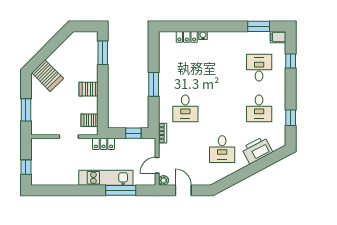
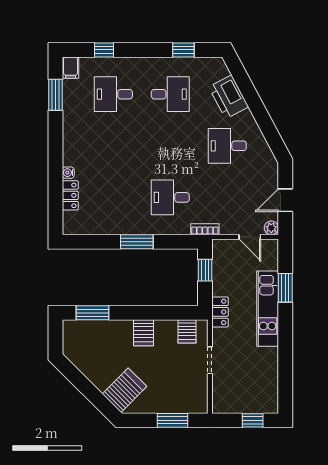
desk: (185, 108) -> (170, 197), turned 180
desk: (222, 149) -> (227, 146), turned 180
window: (121, 190) -> (285, 288), width x0.69

